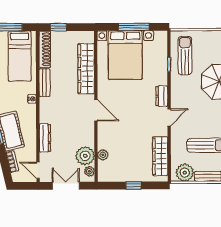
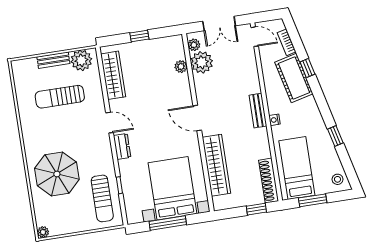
bench: (45, 83) -> (258, 111), moved
door: (169, 117) -> (110, 123), swing flipped
dresser: (45, 138) -> (252, 76), removed

